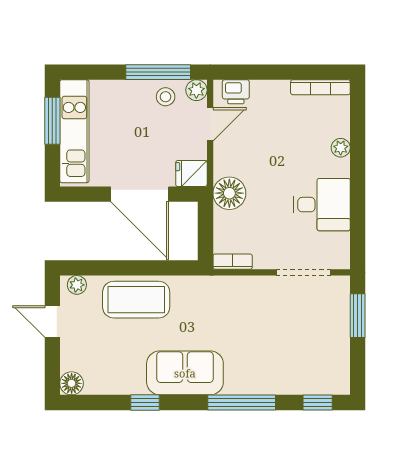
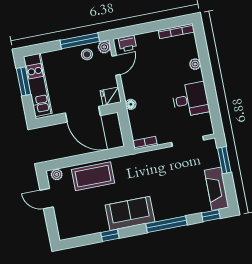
floor lamp: (229, 193) -> (131, 104), width x0.53, depth x0.53
fireplace: (336, 360) -> (217, 189), added
floor lamp: (72, 383) -> (65, 233), removed

